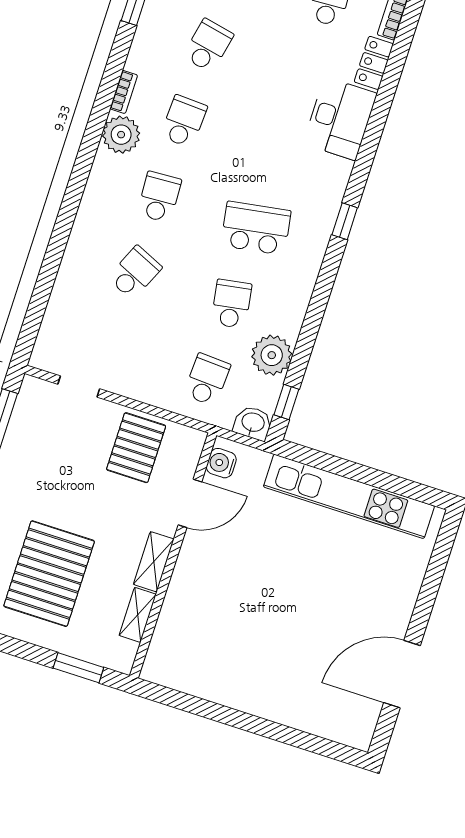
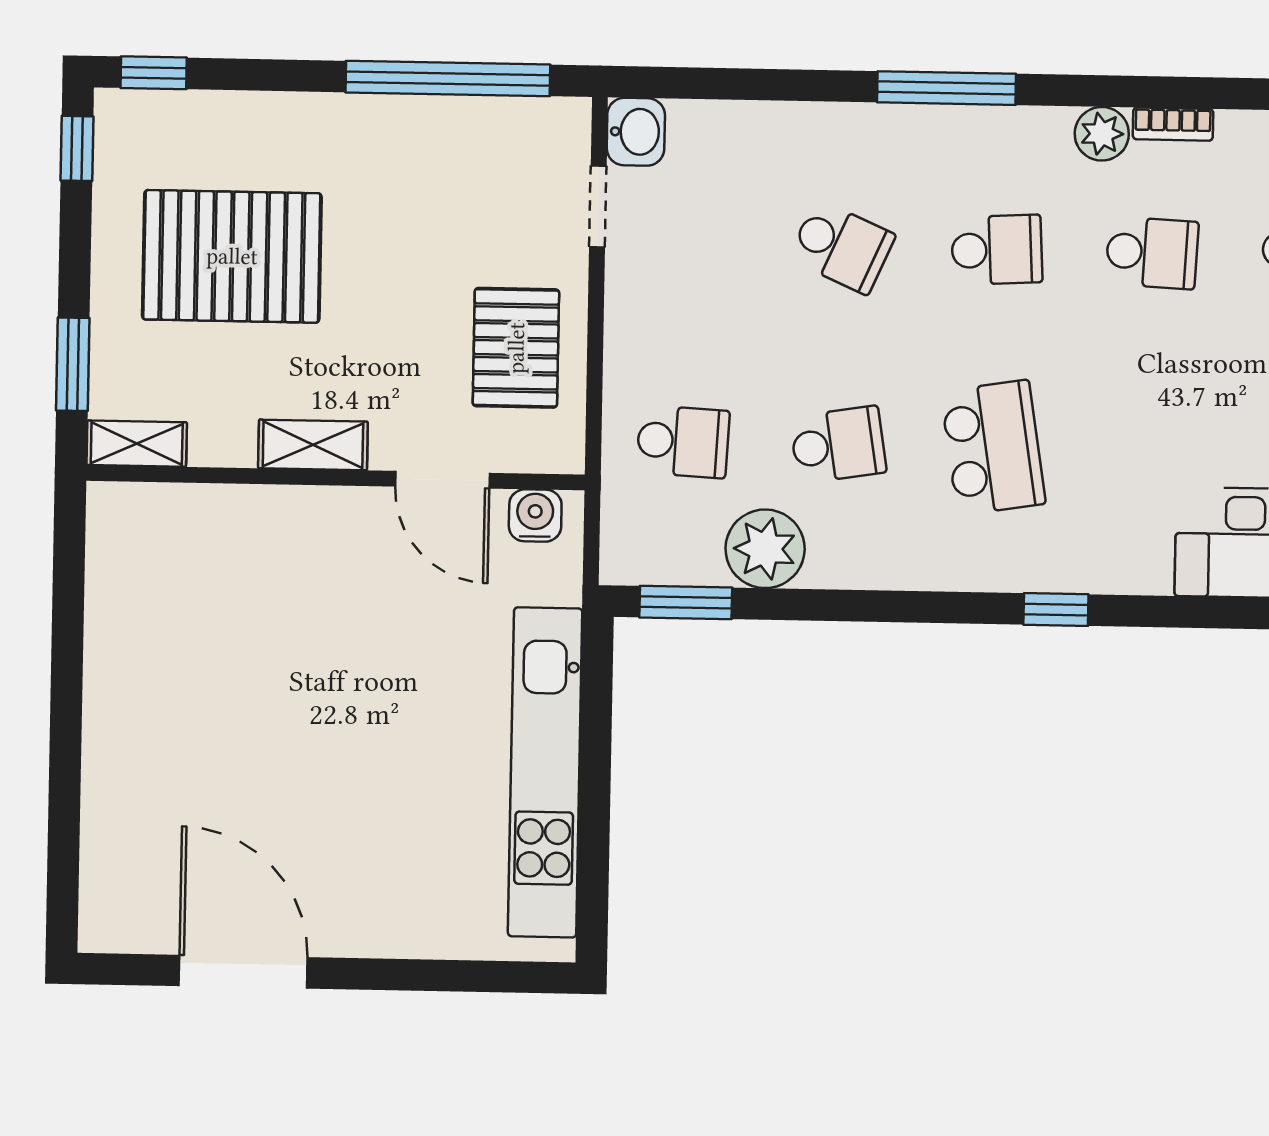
plant: (121, 135) -> (1102, 134), width x0.73, depth x0.73
window: (72, 198) -> (946, 88), added
window: (286, 402) -> (686, 602), width x1.50
washbasin: (253, 423) -> (636, 132), moved
pallet: (136, 448) -> (516, 348), turned 90
shelving: (138, 615) -> (137, 444), moved

